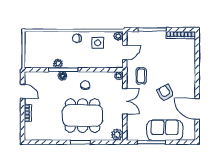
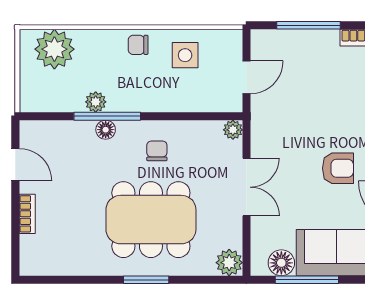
plant: (118, 36) -> (54, 49), moved, width x1.88, depth x1.88
coffee table: (141, 76) -> (283, 130), removed
armchair: (165, 93) -> (338, 168), turned 118
floor lamp: (140, 135) -> (281, 263), added

